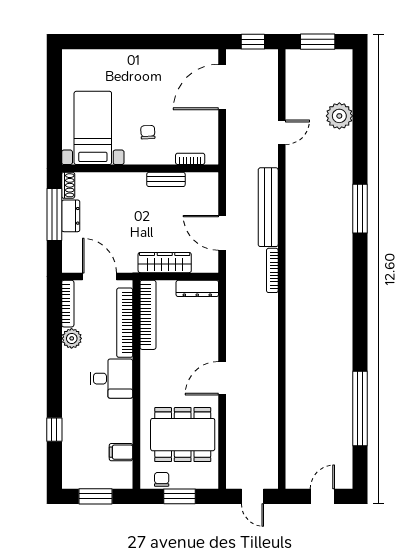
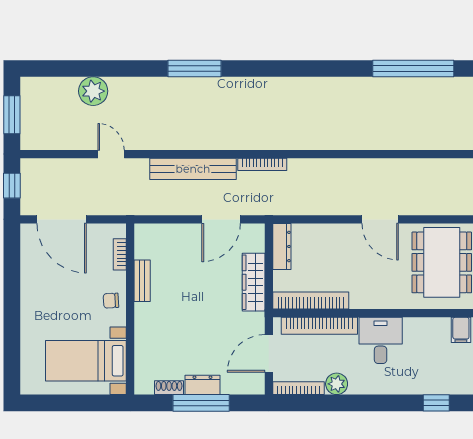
bed with nightstands: (93, 128) -> (86, 361), moved
bookcase: (190, 159) -> (120, 254), moved
wall: (140, 168) -> (130, 309), moved
bench: (166, 179) -> (142, 281), moved

